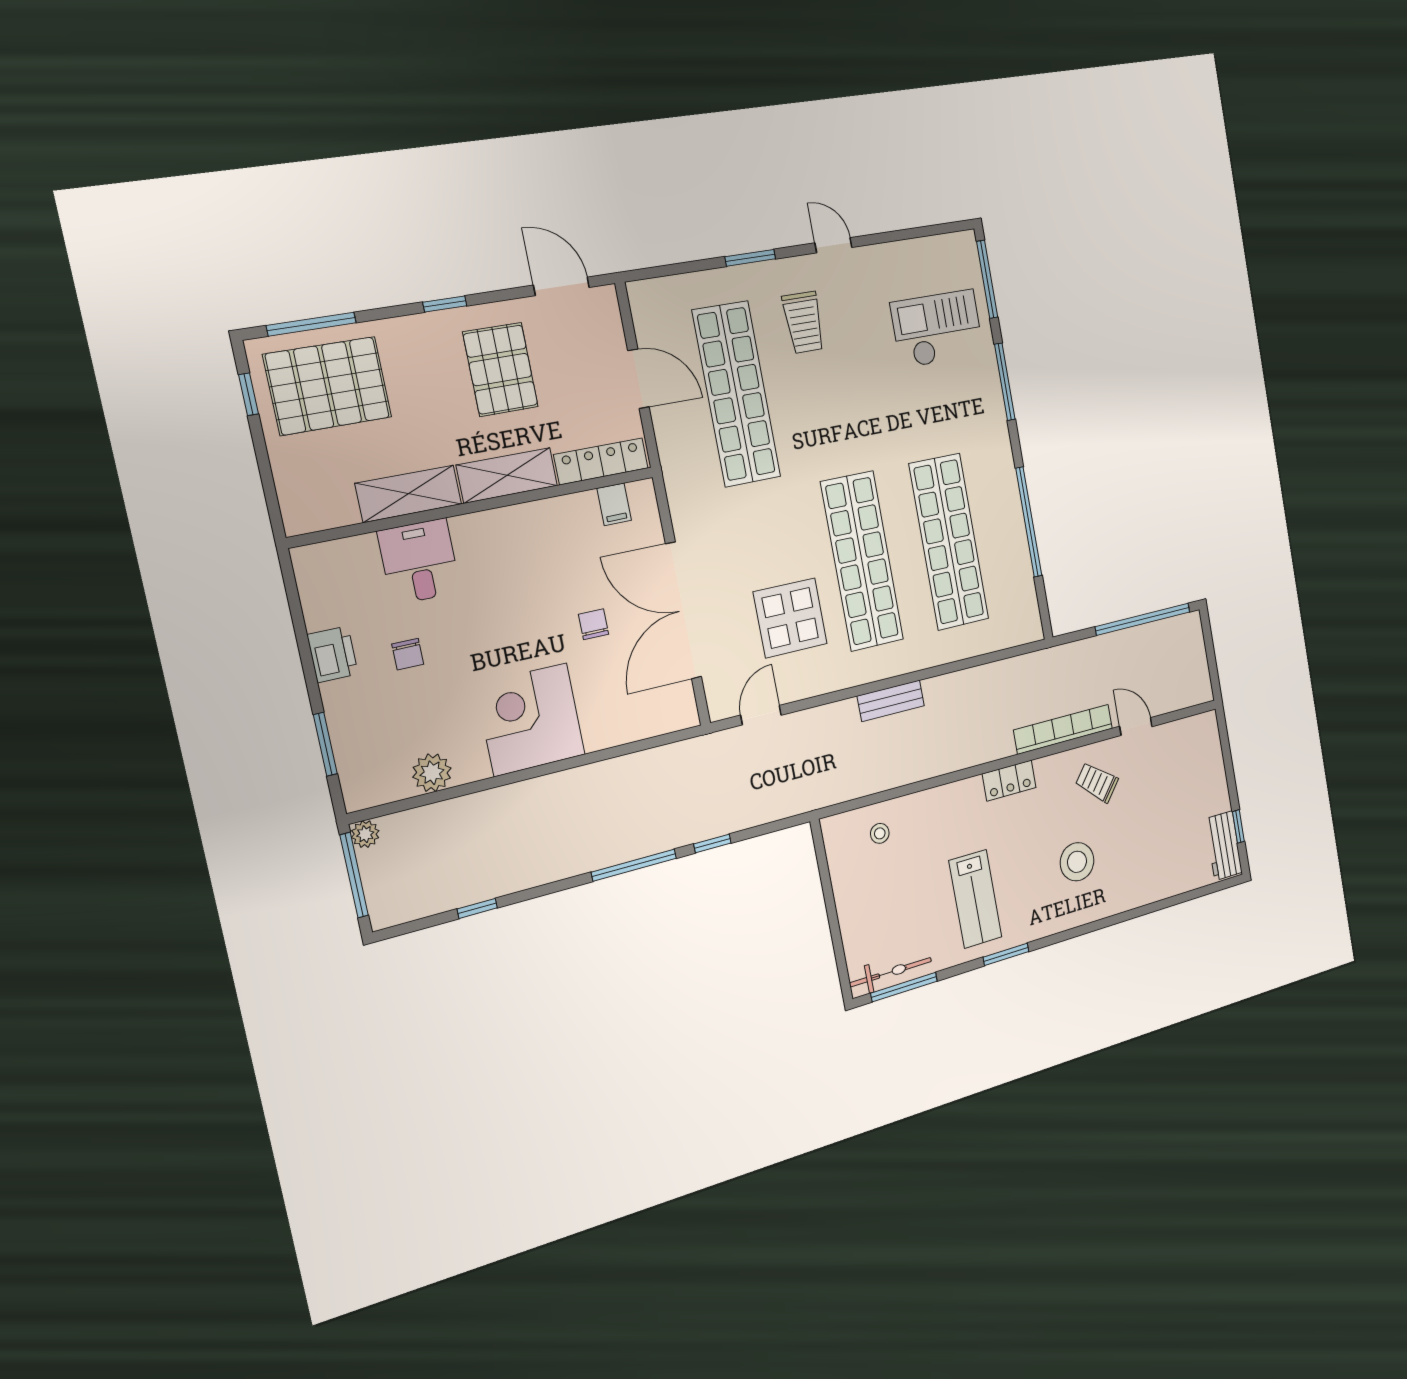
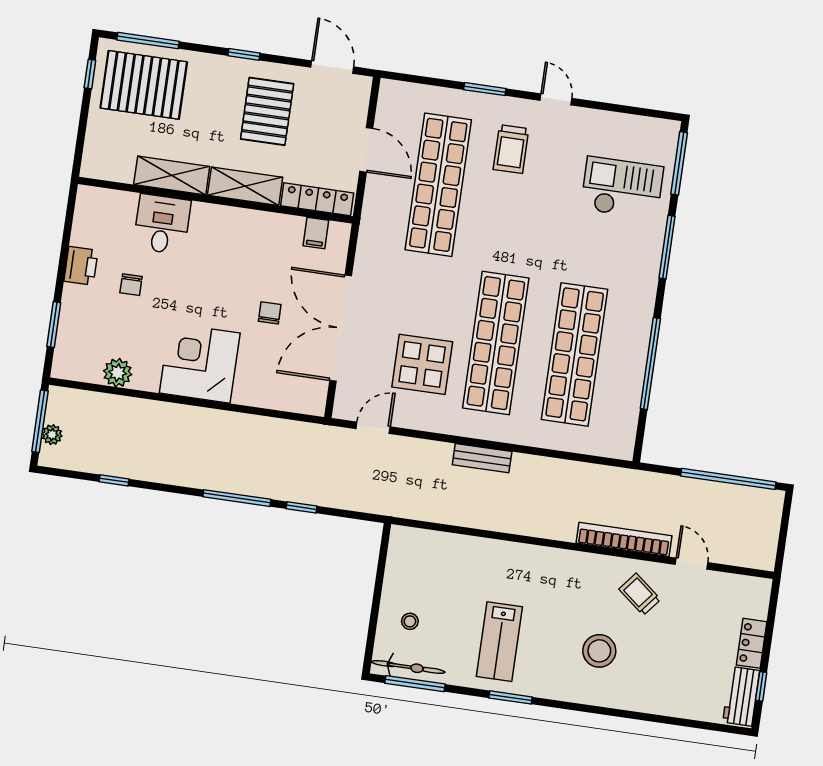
locker: (1009, 781) -> (752, 643), moved, turned 90
stool: (880, 833) -> (410, 621), moved
plant: (365, 834) -> (52, 435), moved

